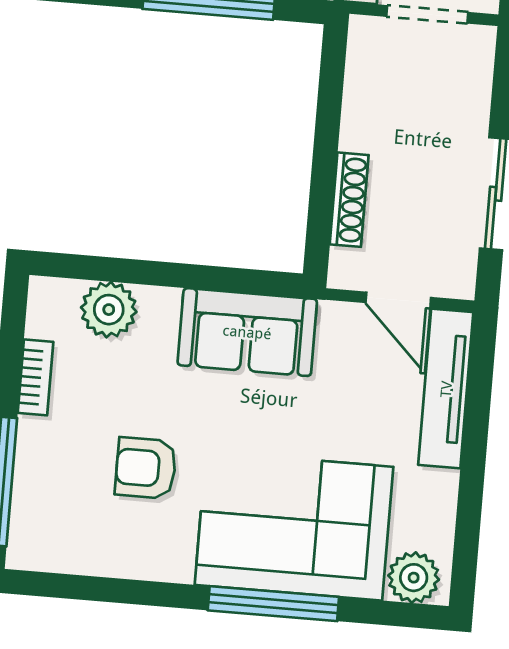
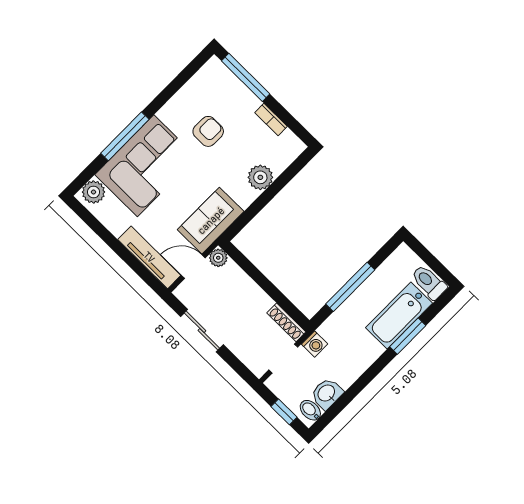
shoe rack: (349, 200) -> (286, 322), moved
plant: (348, 270) -> (218, 258), added
plant: (109, 310) -> (260, 177), moved
sofa: (247, 332) -> (211, 221), moved

